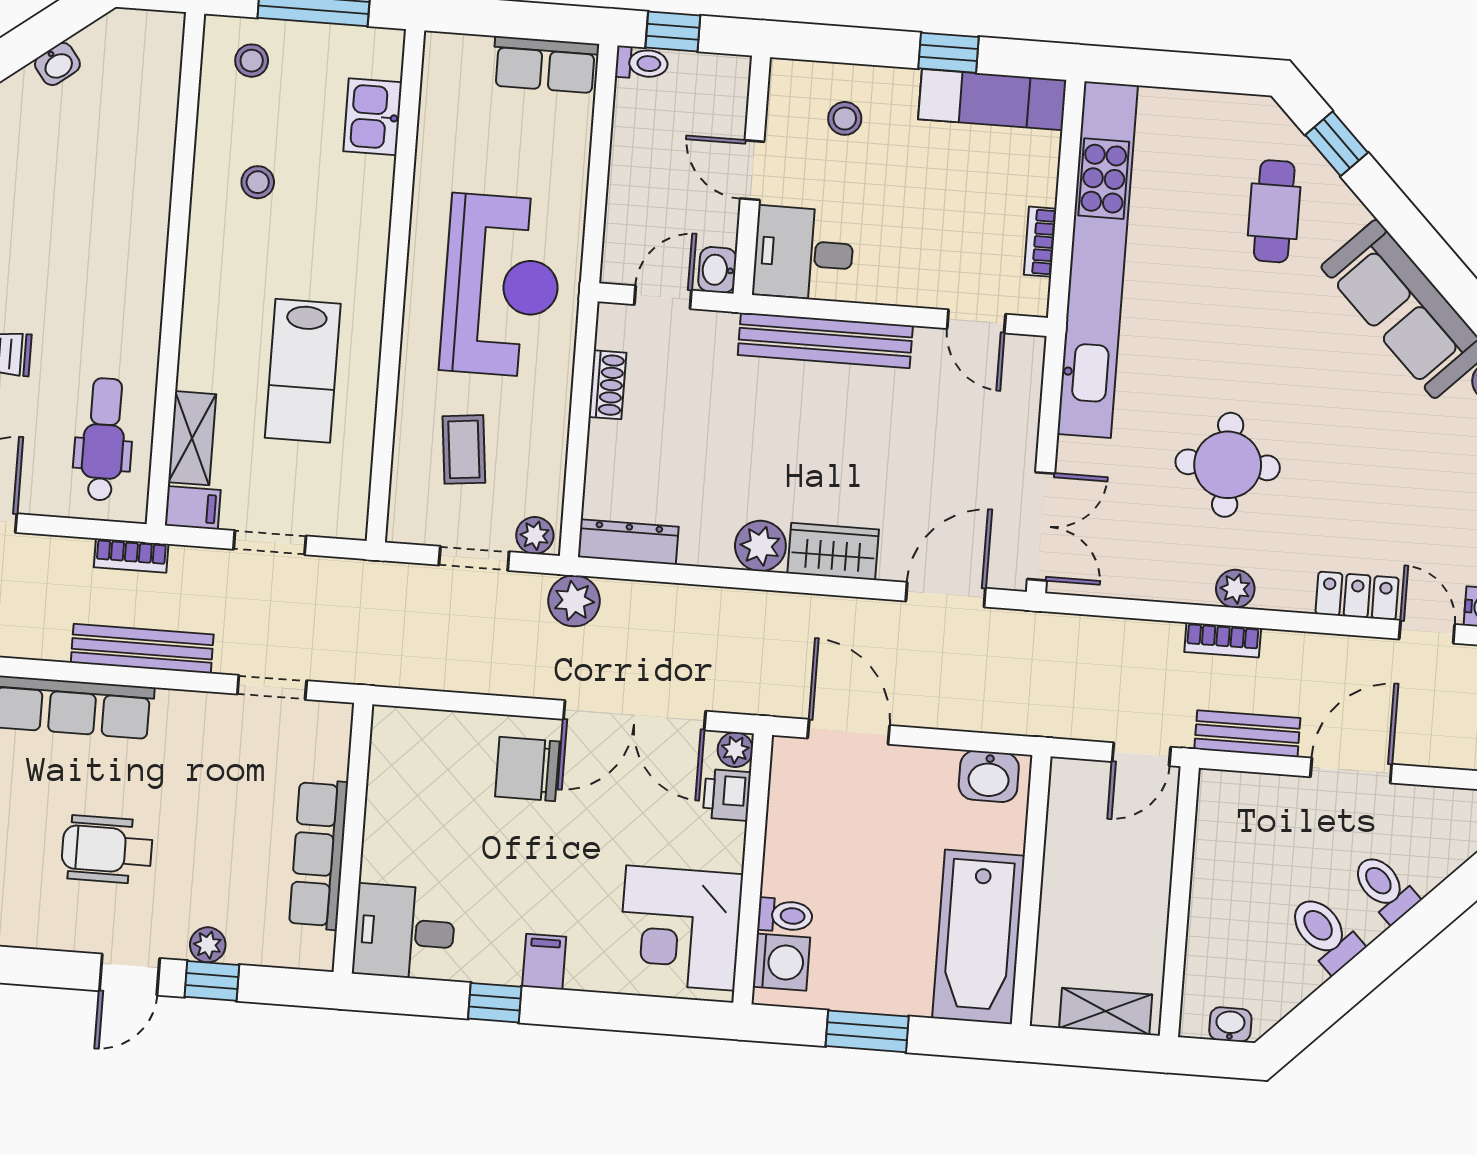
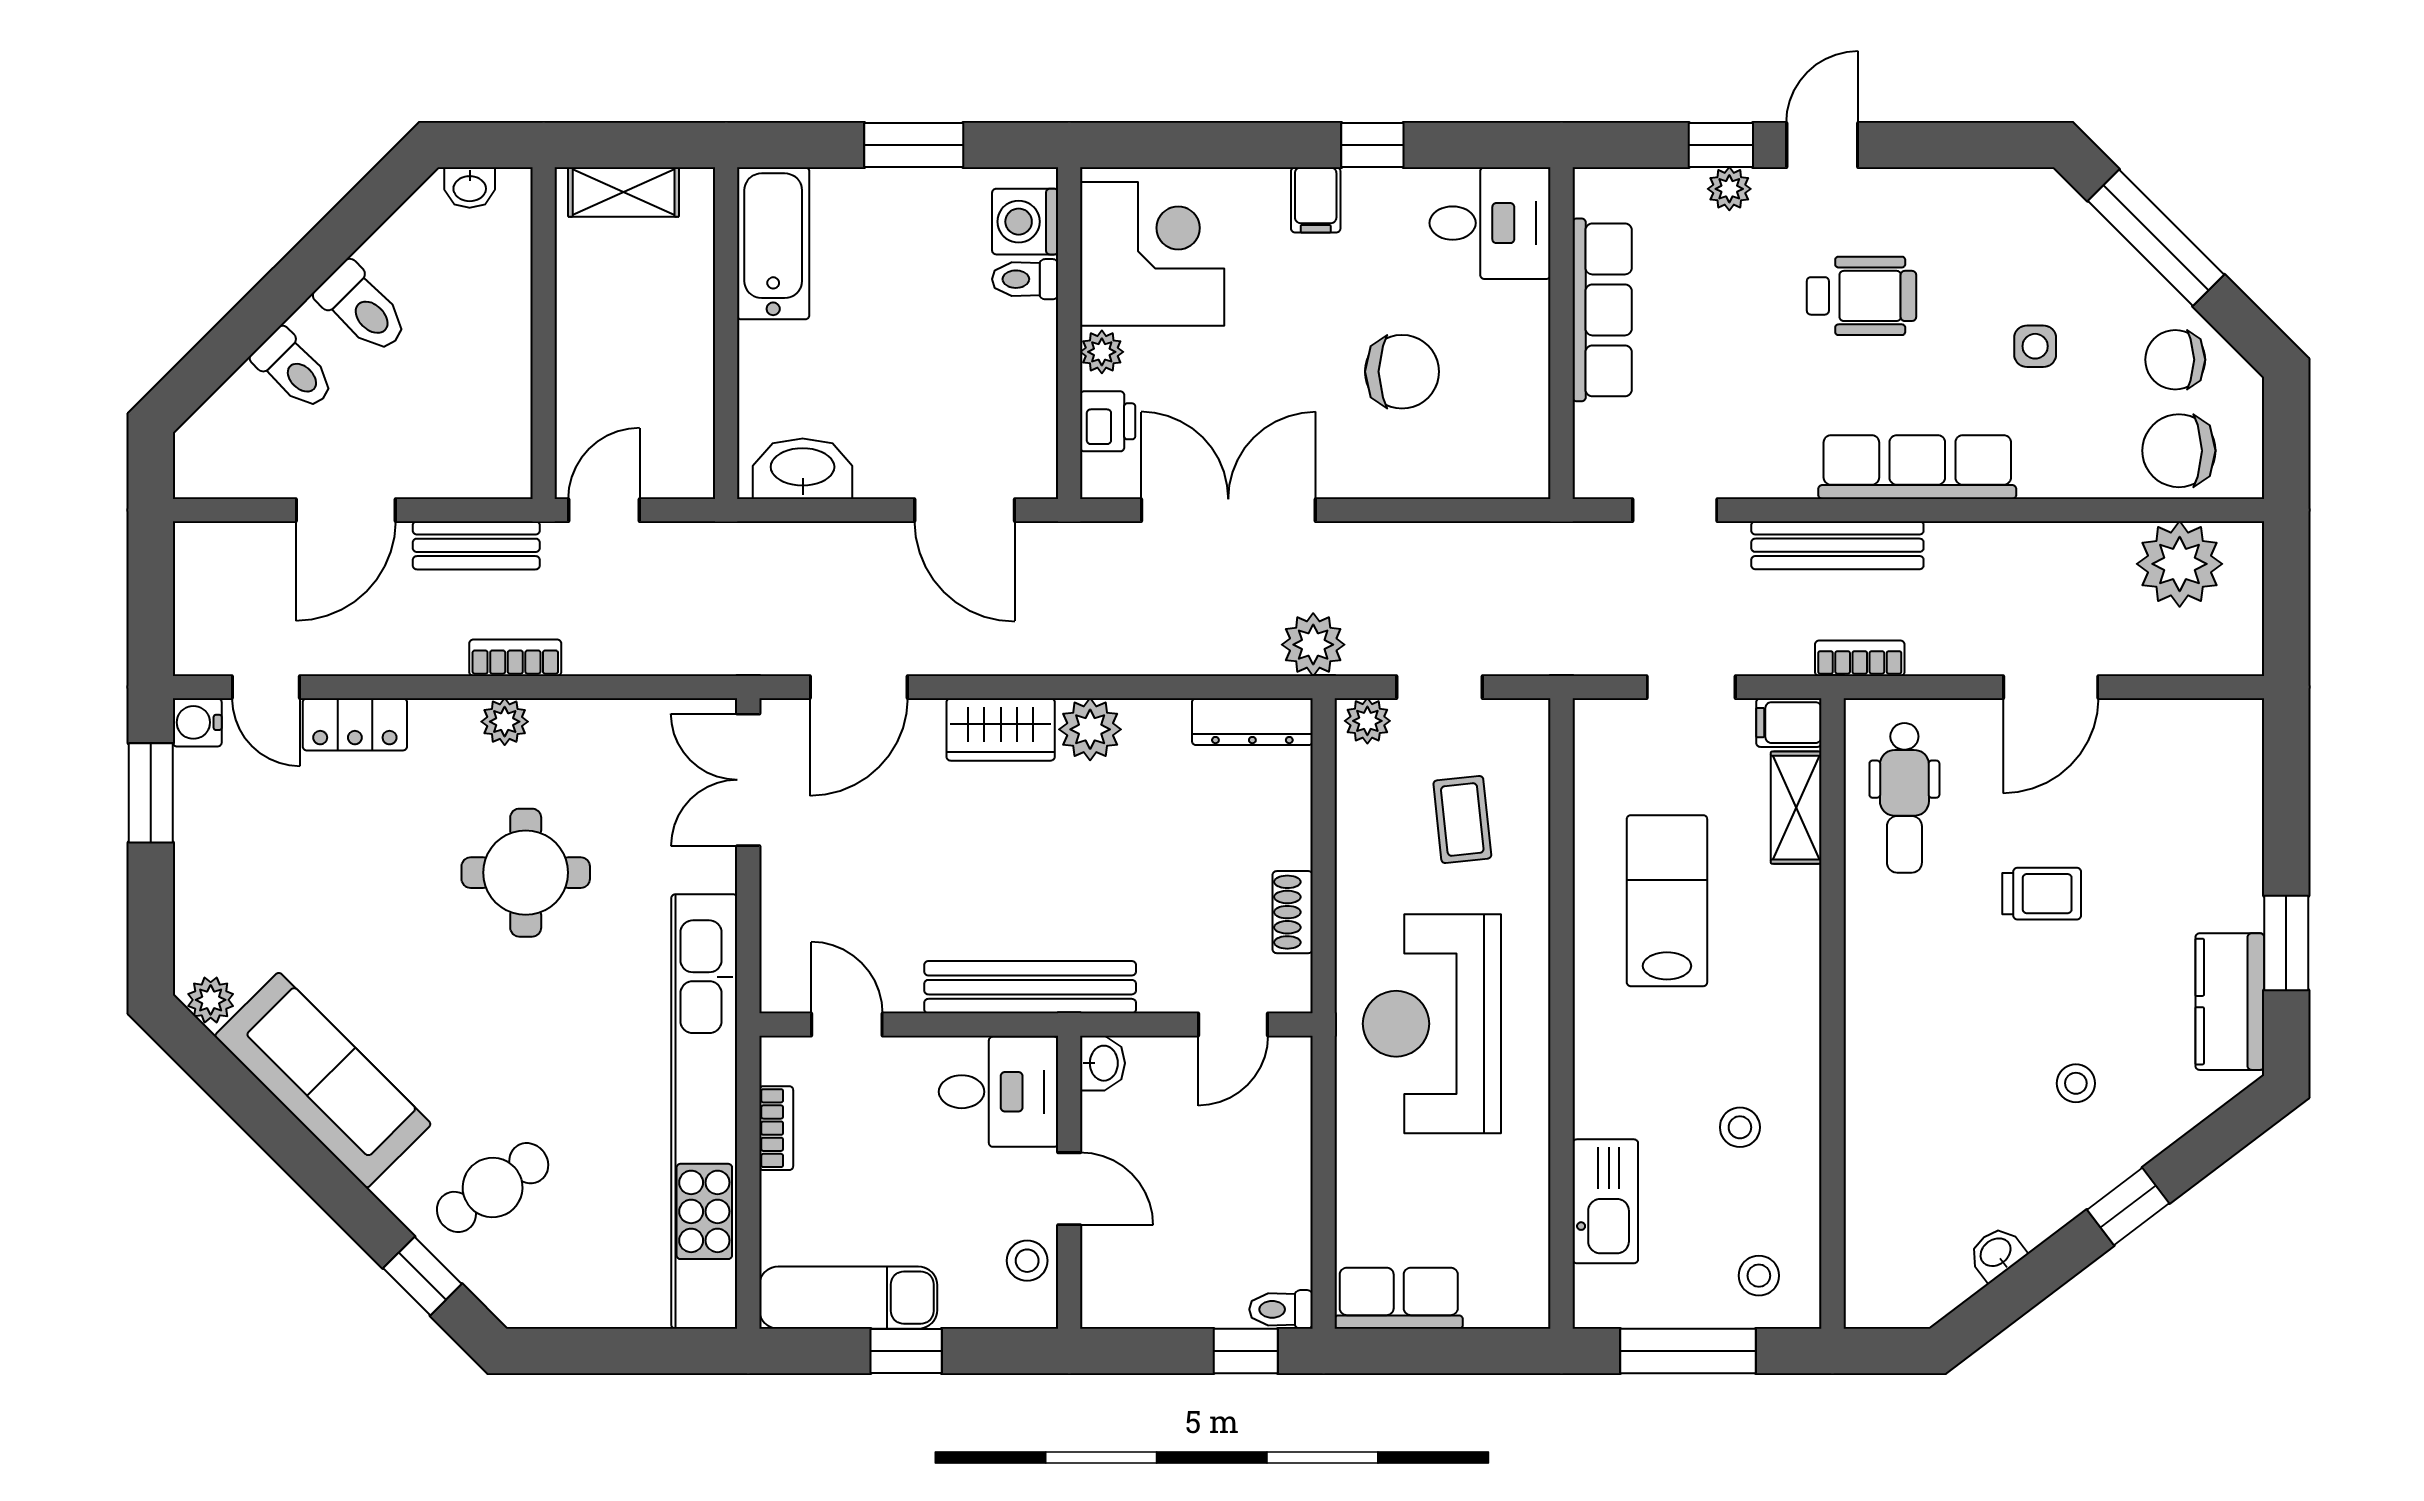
kitchen sink: (373, 117) -> (1605, 1201), width x1.38
door: (752, 170) -> (1069, 1189), moved
wall: (752, 175) -> (1069, 1182), moved
cafe table: (1274, 211) -> (493, 1188), turned 56
desk: (804, 253) -> (999, 1092), moved
washbasin: (717, 270) -> (1103, 1063), moved
plant: (735, 750) -> (1102, 352), moved
chair: (527, 769) -> (1402, 372), moved
washbasin: (989, 776) -> (803, 469), width x1.38
bathtub: (979, 937) -> (773, 243), width x0.73, depth x0.73

